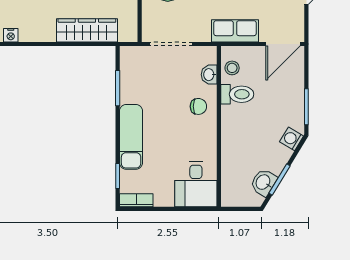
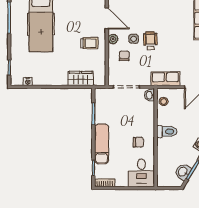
wardrobe: (87, 30) -> (81, 78), width x0.67
washbasin: (209, 75) -> (150, 95), moved
toilet: (237, 94) -> (167, 132), moved
chair: (198, 106) -> (138, 142), moved

